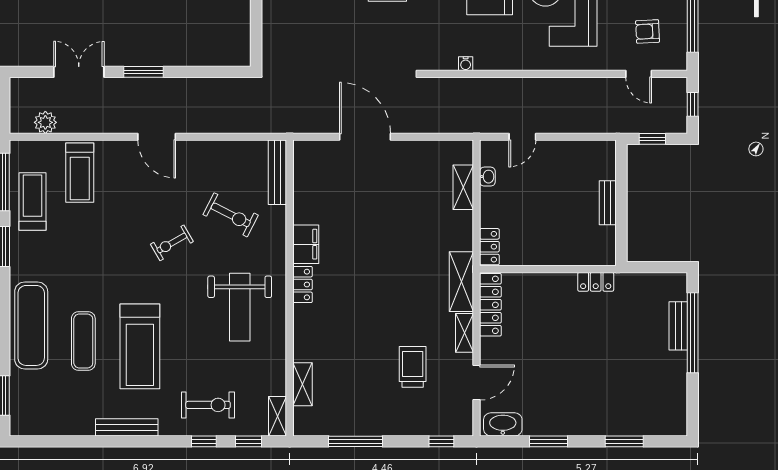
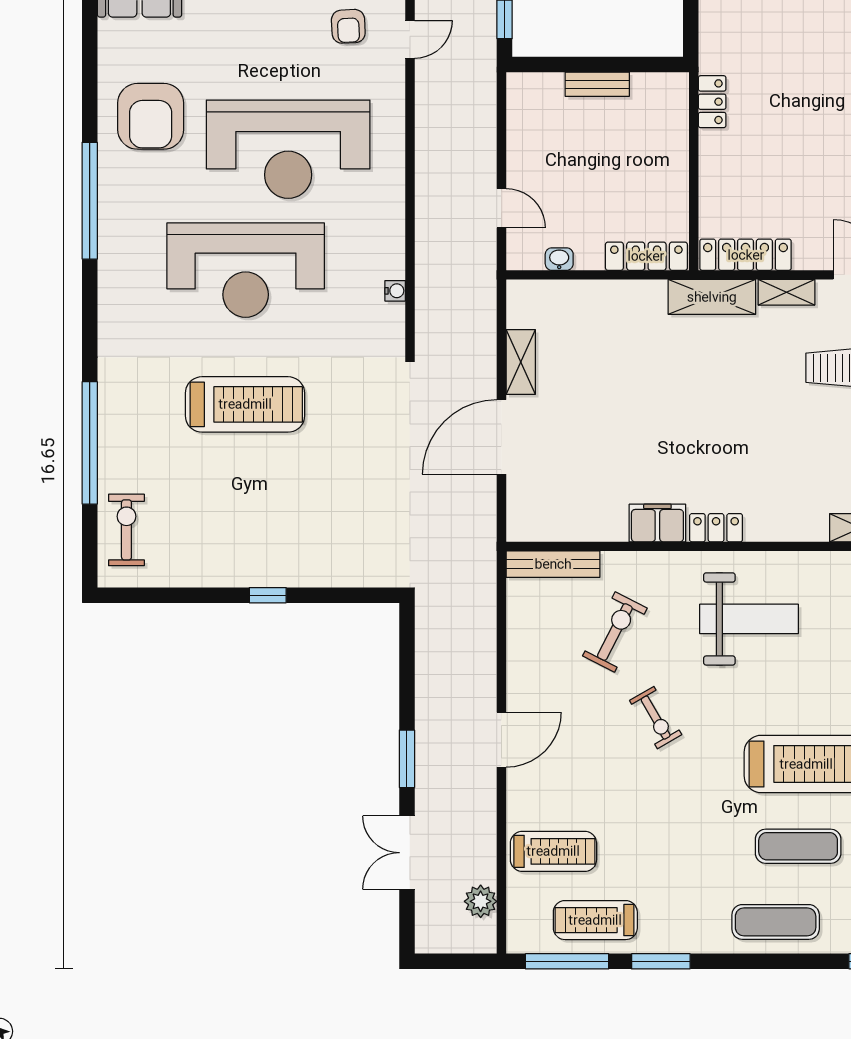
shelving: (463, 187) -> (521, 362), moved, turned 90
locker: (489, 247) -> (646, 256), width x1.53
exercise mat: (31, 325) -> (776, 922), width x0.73, depth x0.69

